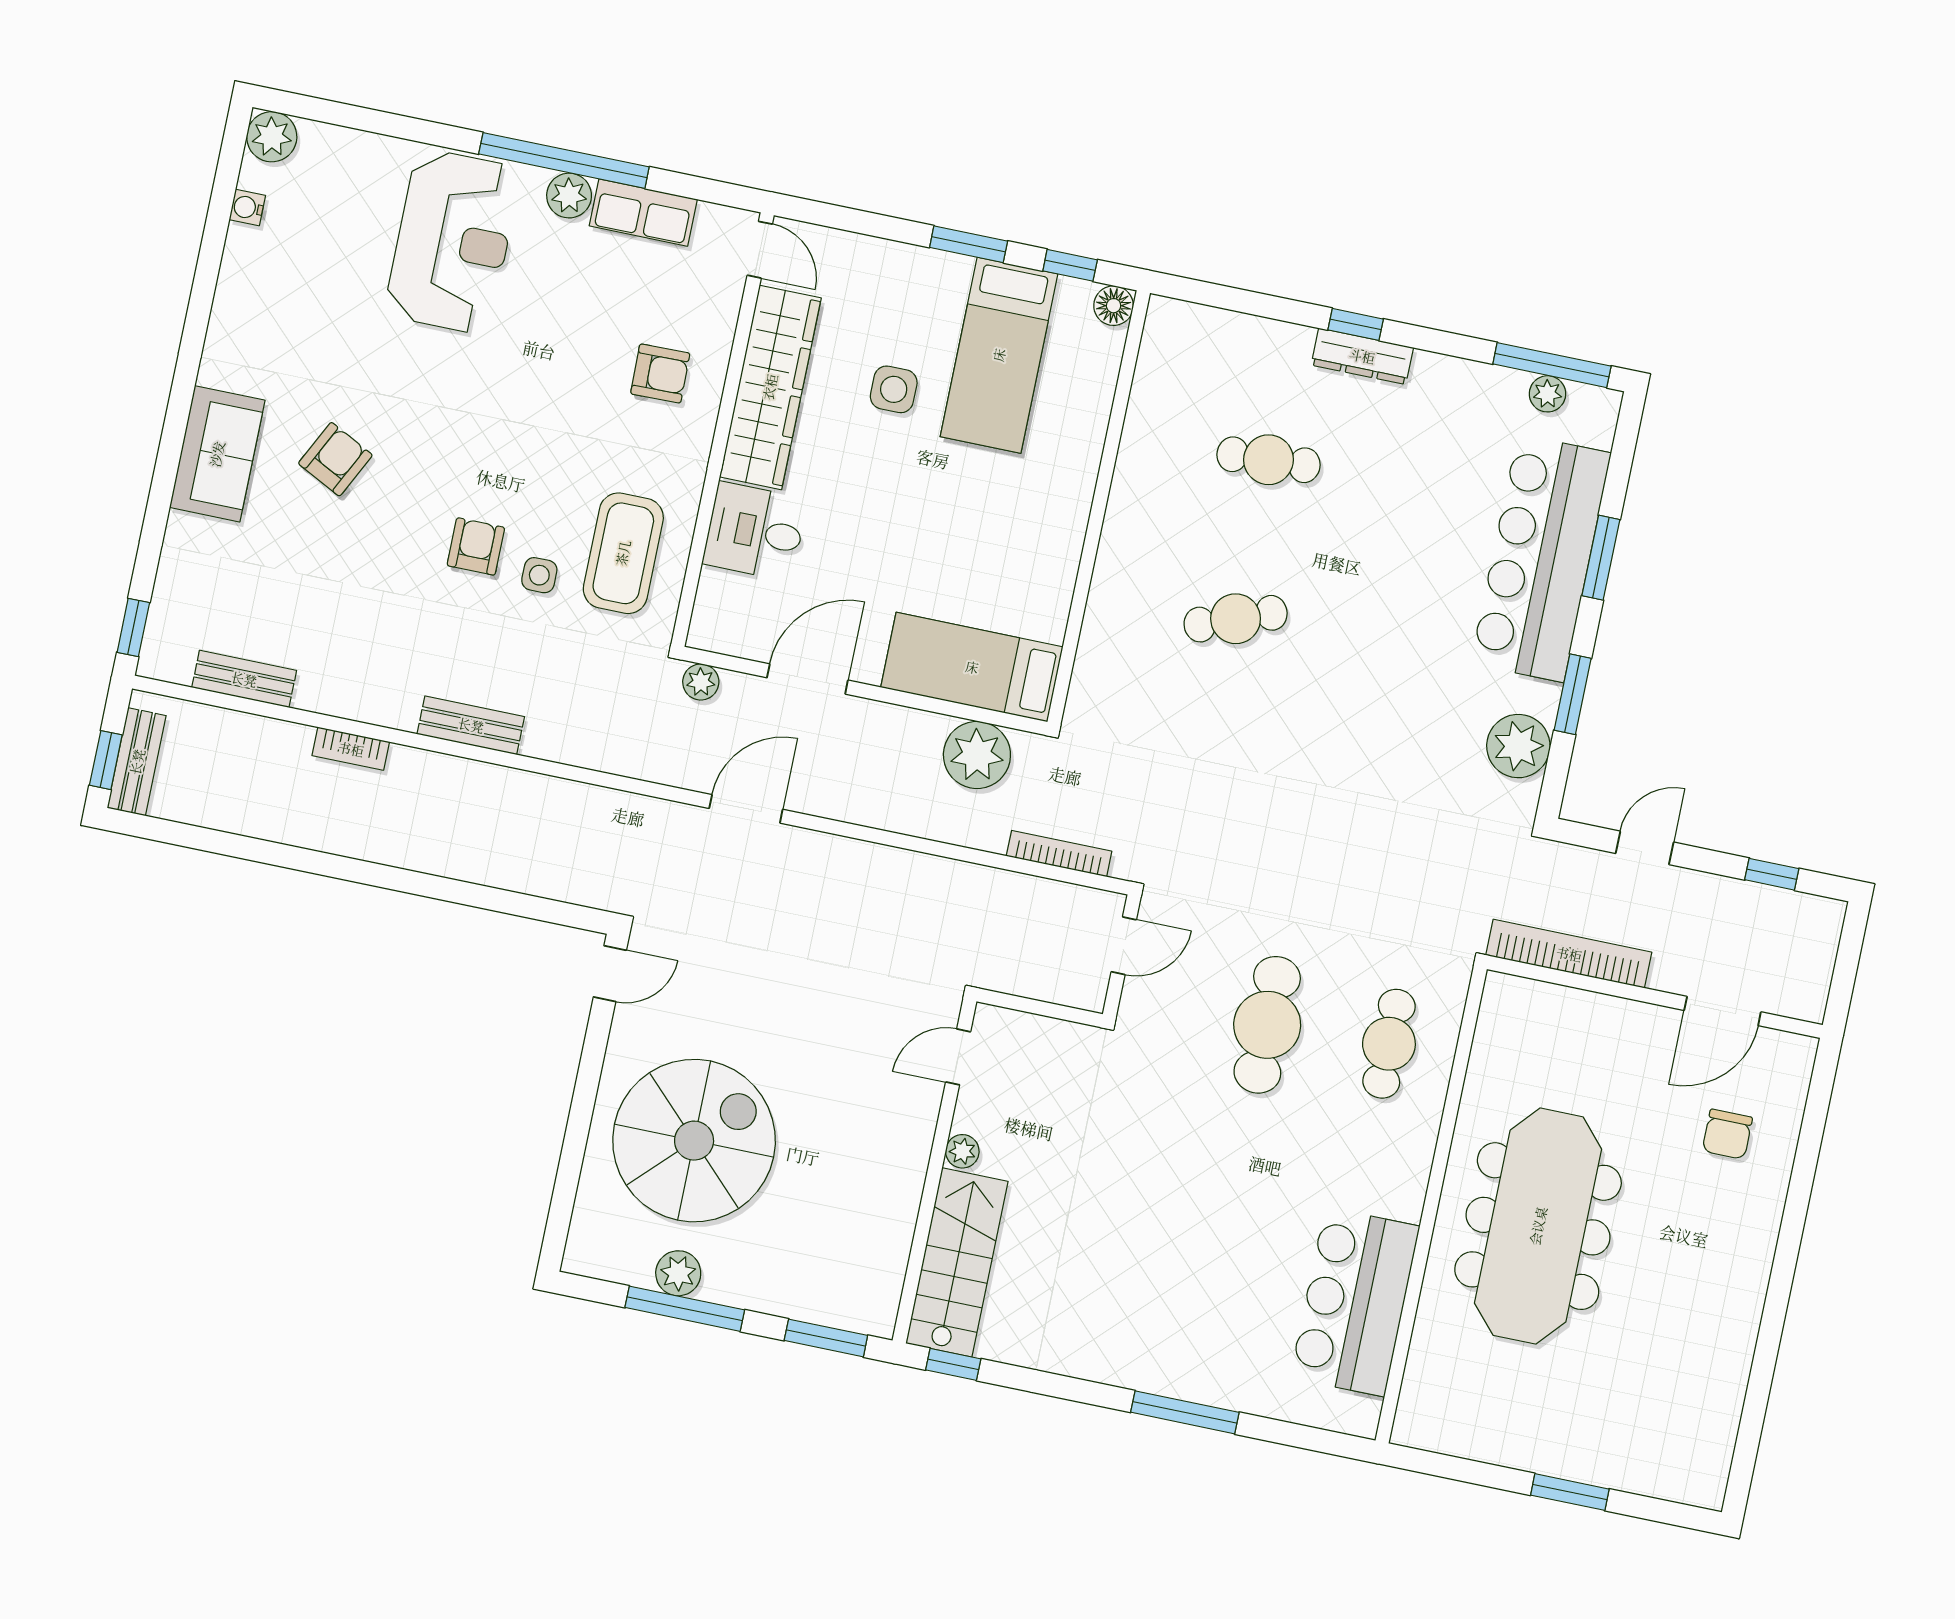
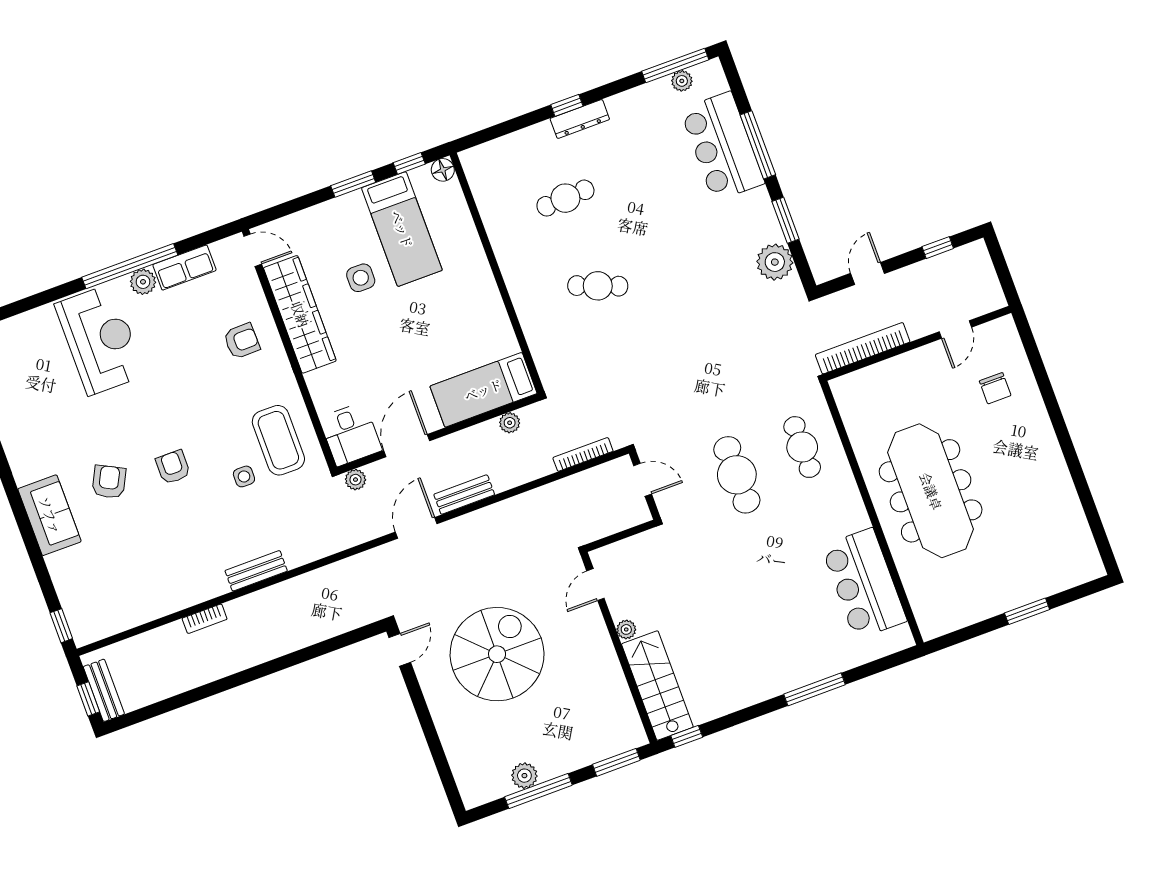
desk: (755, 531) -> (351, 434), moved, turned -90
armchair: (476, 546) -> (173, 467), moved
bar counter: (1541, 558) -> (722, 146), width x0.73
window: (1601, 558) -> (758, 145), width x1.44
cafe table: (1236, 619) -> (598, 286), turned 42
bench: (244, 679) -> (464, 495), moved
plant: (977, 755) -> (510, 423), width x0.53, depth x0.53
door: (1124, 946) -> (643, 480), hinge flipped
door: (1723, 1011) -> (955, 329), width x0.73
spiral stairs: (694, 1141) -> (497, 654), moved

